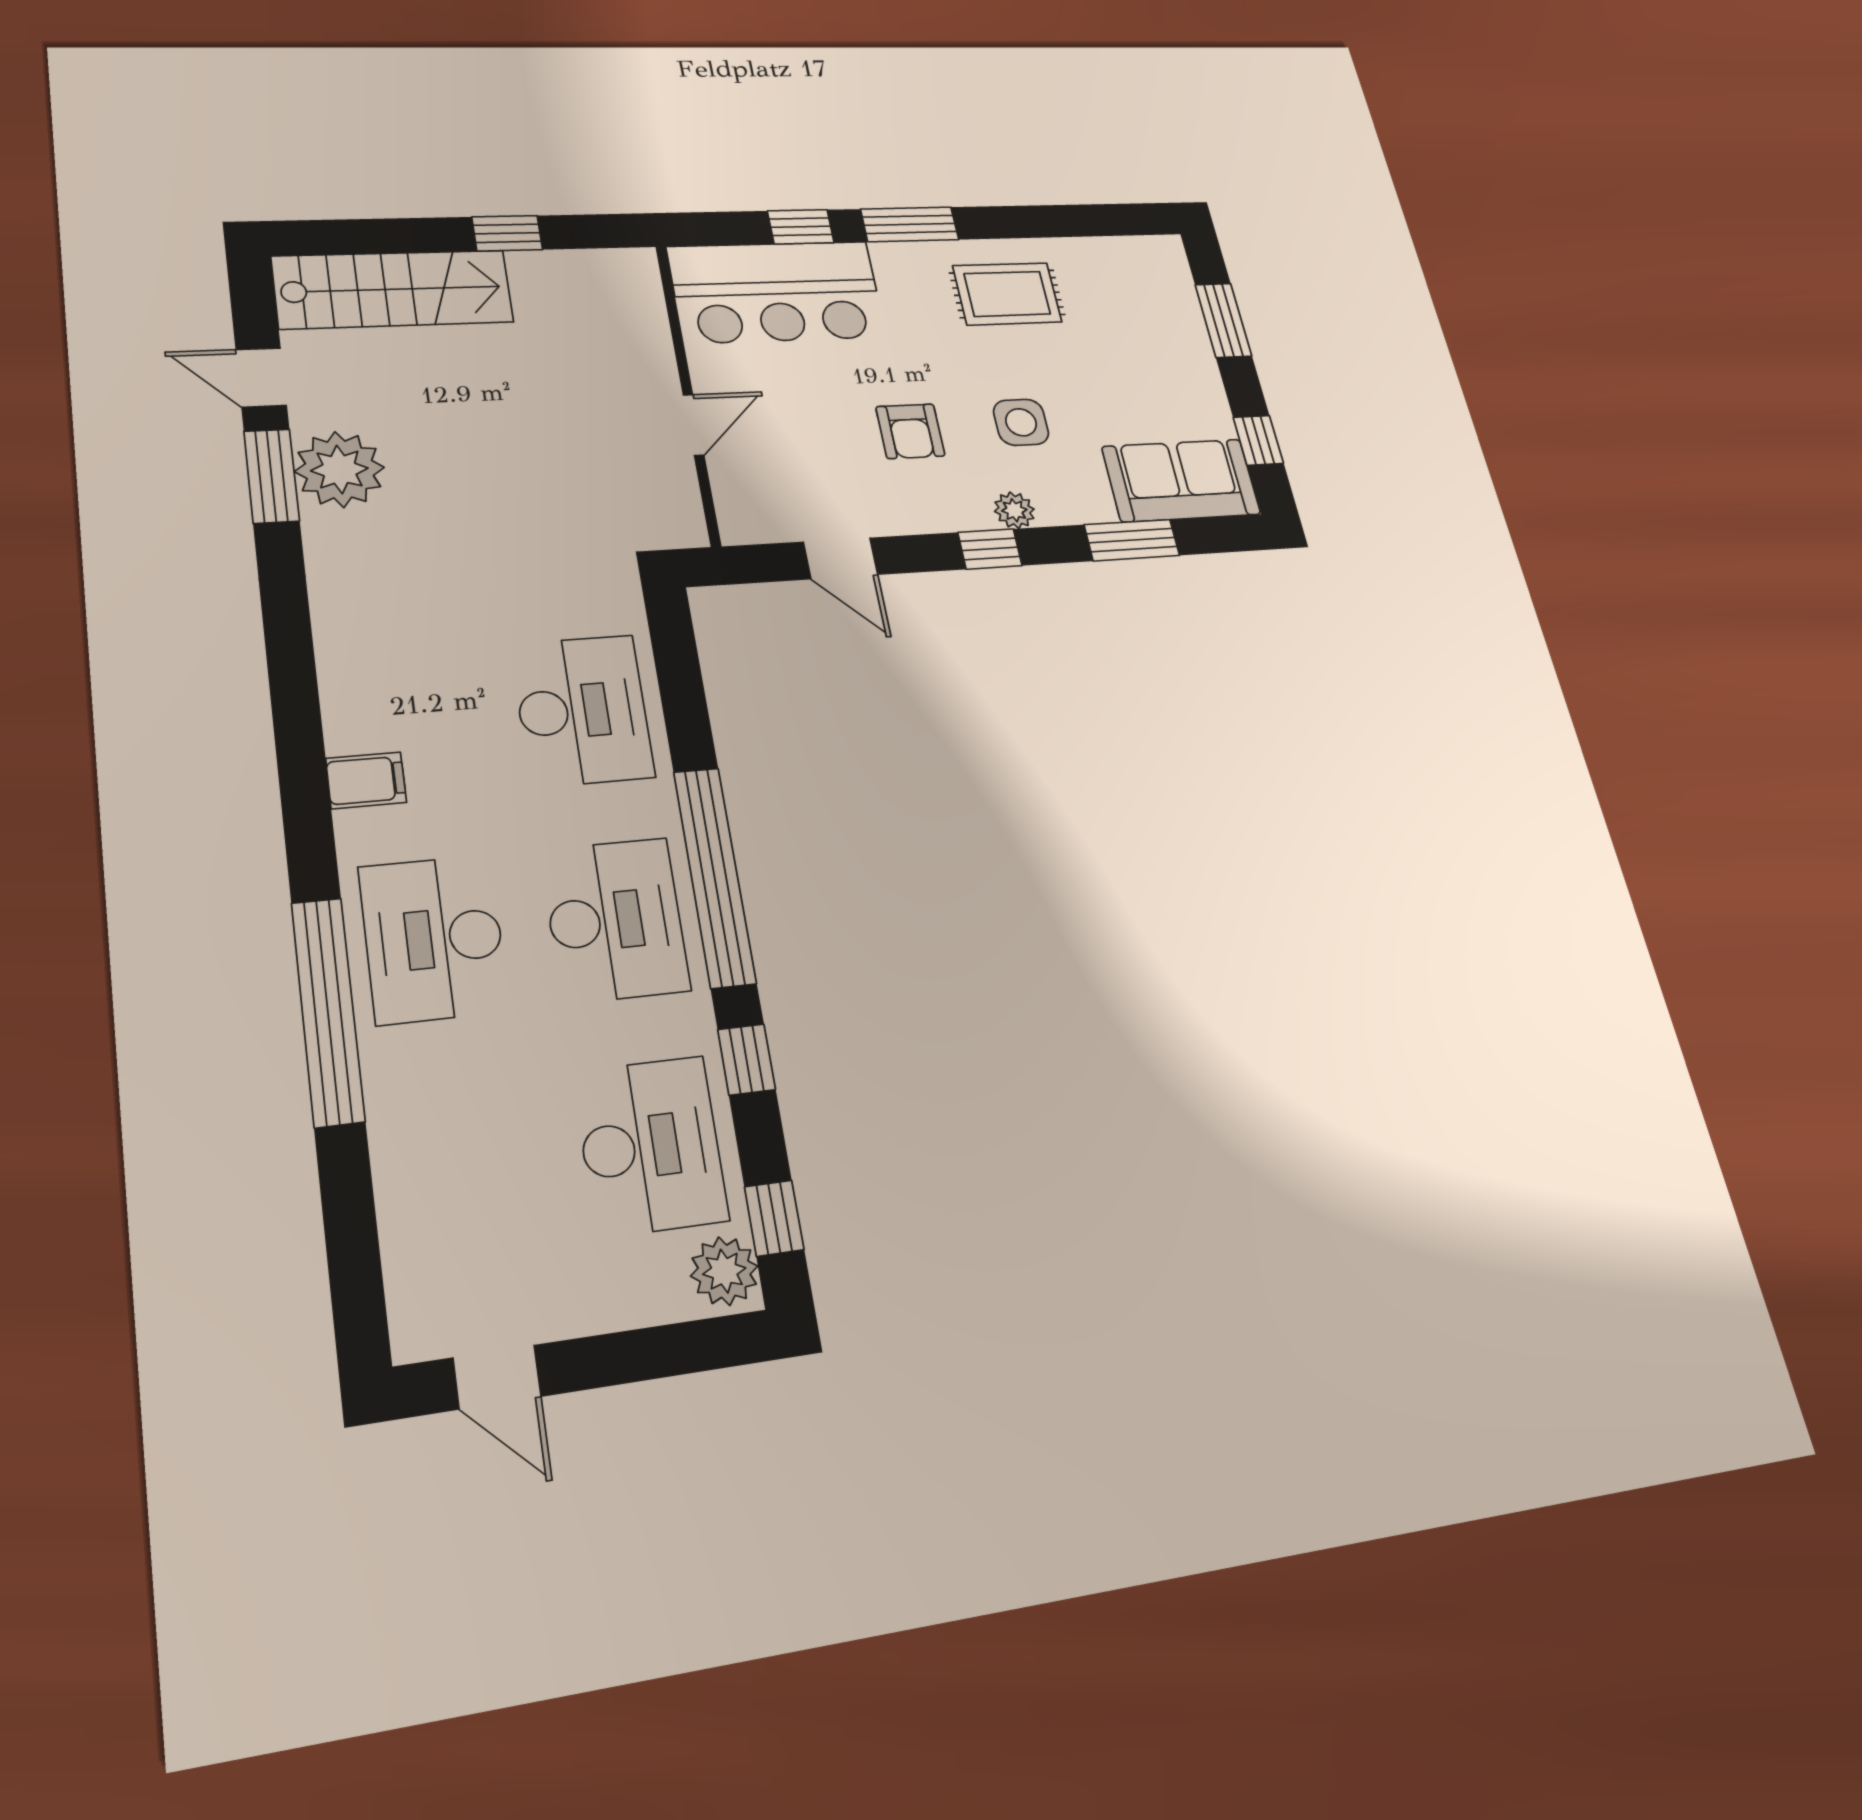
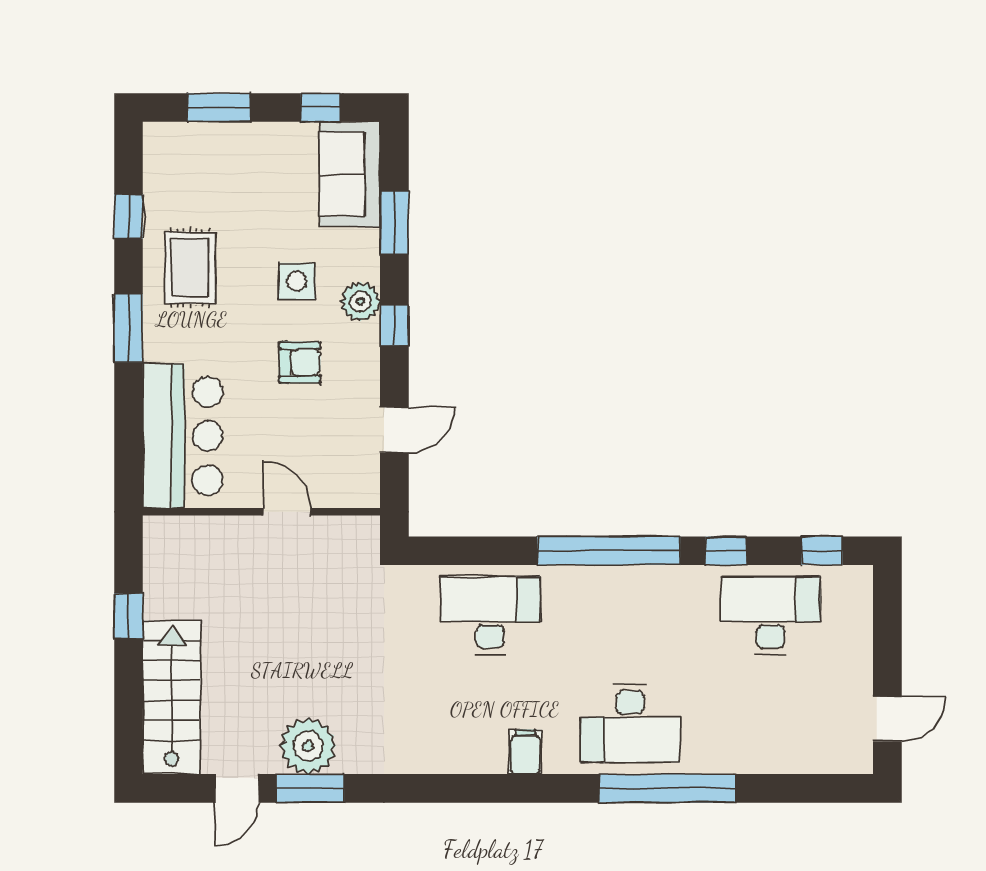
window: (801, 227) -> (128, 216), moved
plant: (1014, 510) -> (360, 301), width x1.38, depth x1.38
desk: (615, 920) -> (630, 616), removed
plant: (724, 1271) -> (848, 585), removed

